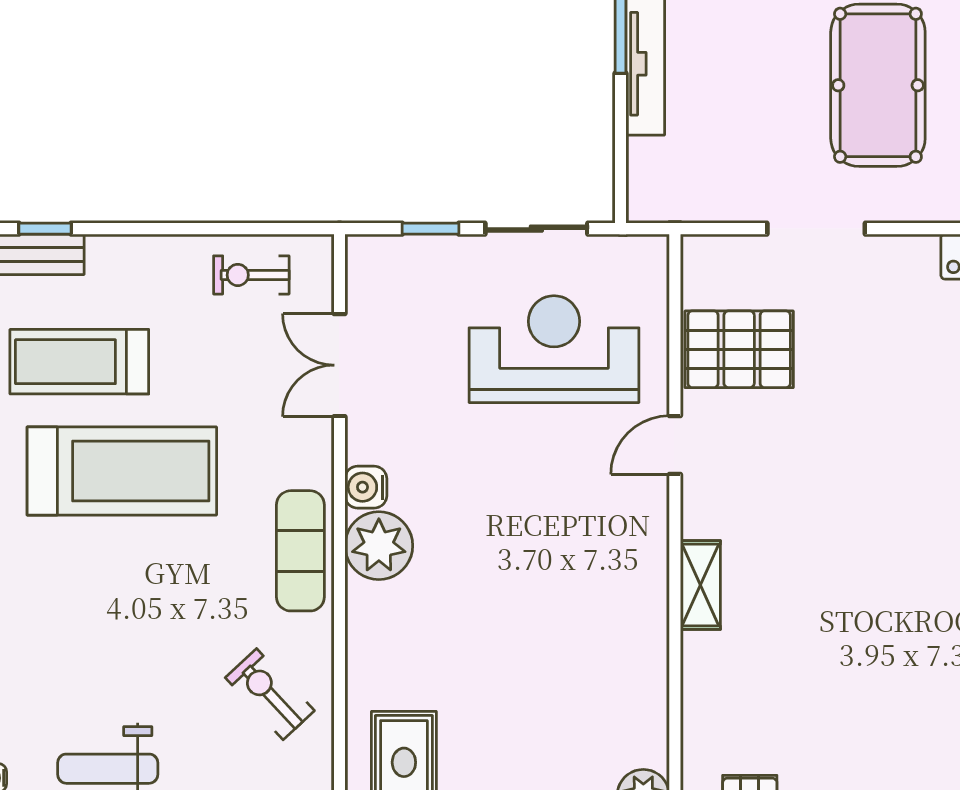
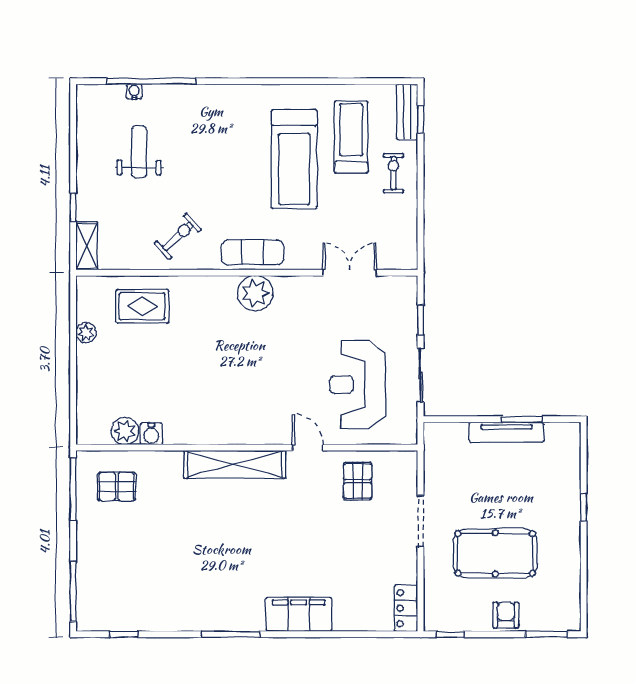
exercise bike: (251, 275) -> (393, 173), moved
reception desk: (554, 349) -> (358, 385), turned 180
pallet: (739, 349) -> (358, 481), width x0.67, depth x0.71
water cooler: (366, 487) -> (151, 434), moved, turned 180
shelving: (700, 585) -> (235, 464), width x2.20, depth x1.33

